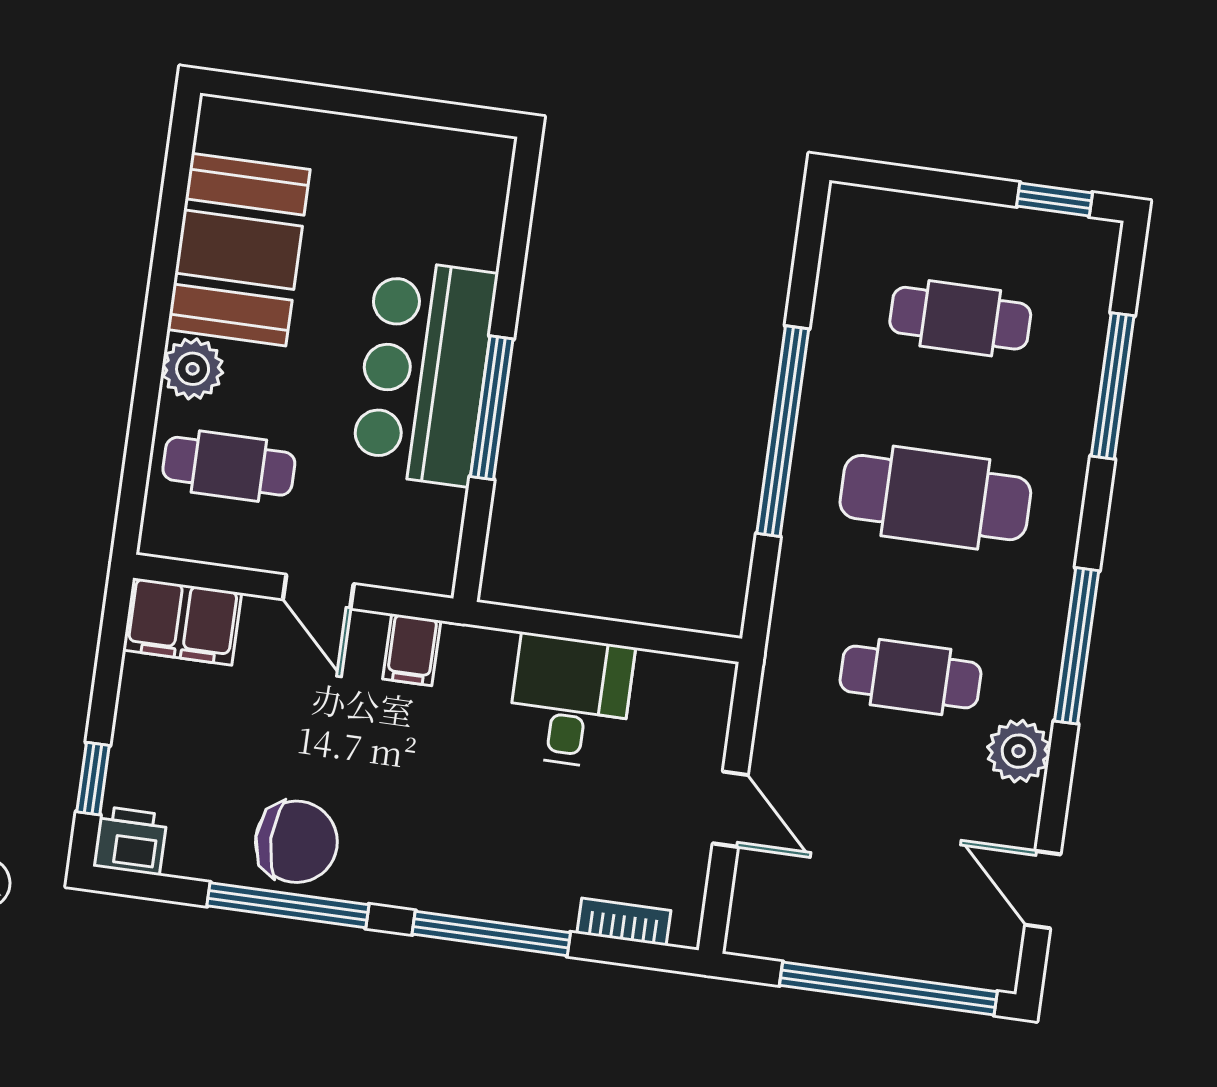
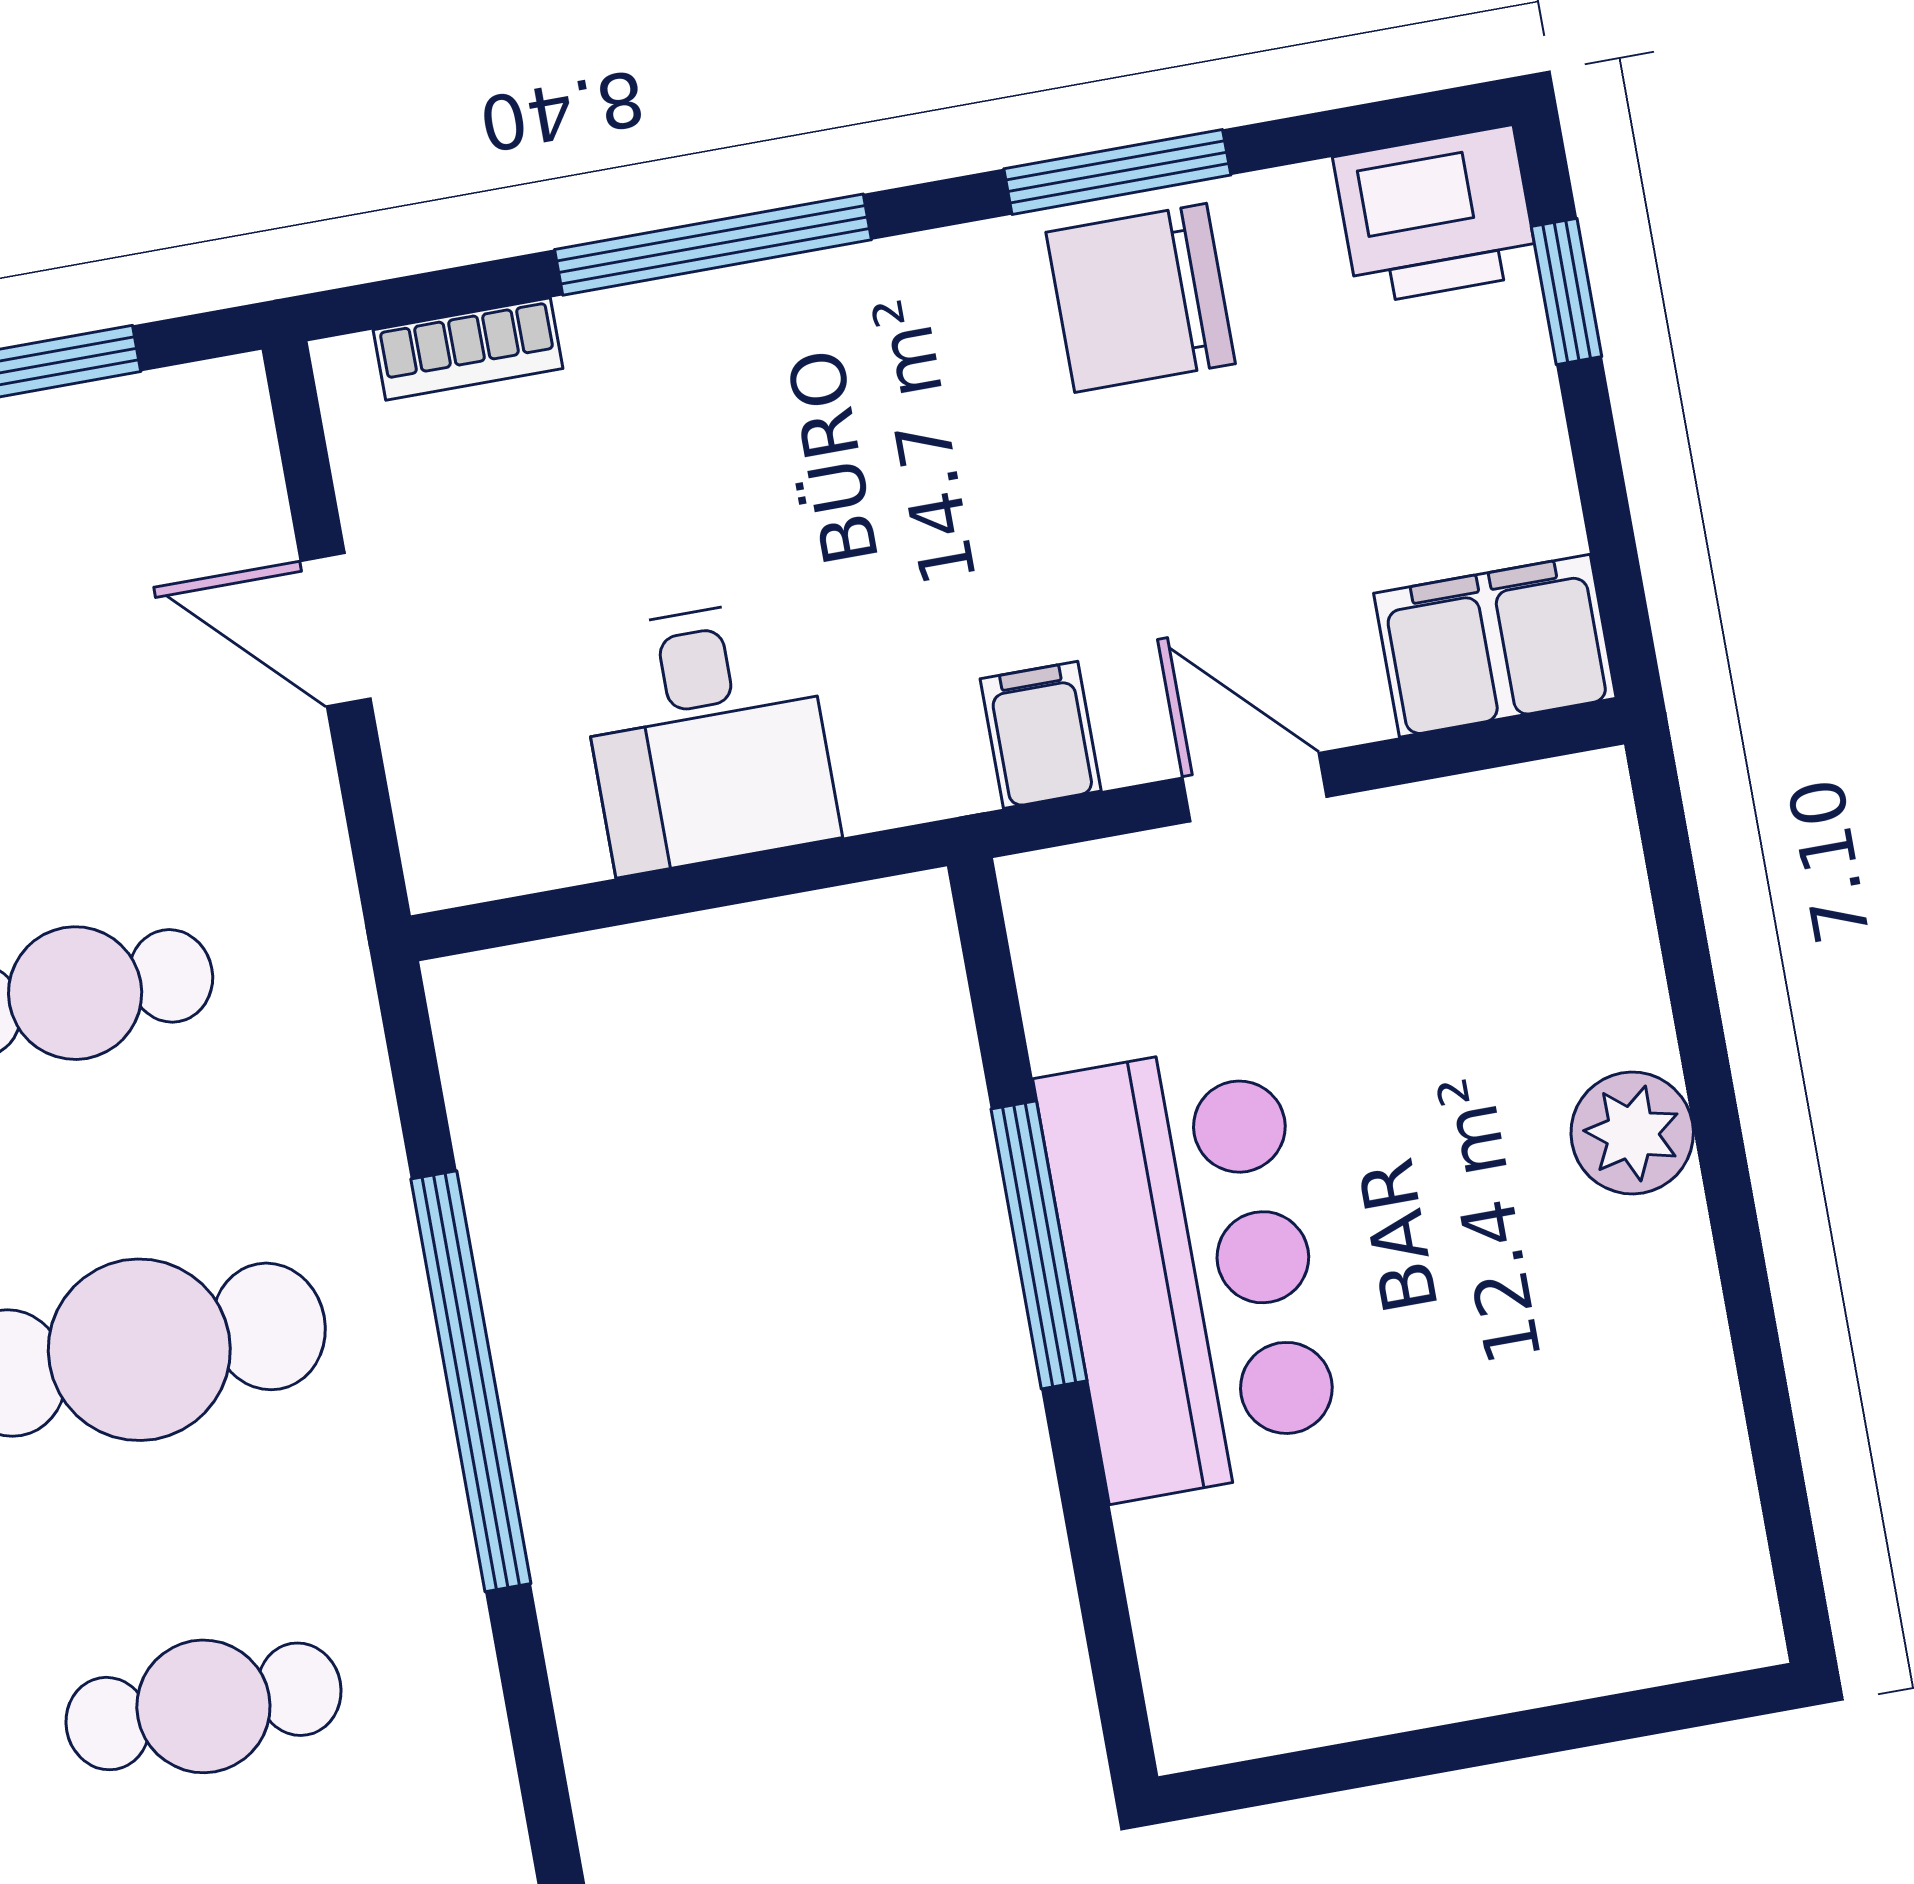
booth: (239, 250) -> (1619, 1388), removed
cafe table: (229, 466) -> (1503, 970), removed
printer: (130, 841) -> (1436, 215), width x1.36, depth x1.24
window: (288, 905) -> (1117, 172), width x0.69

